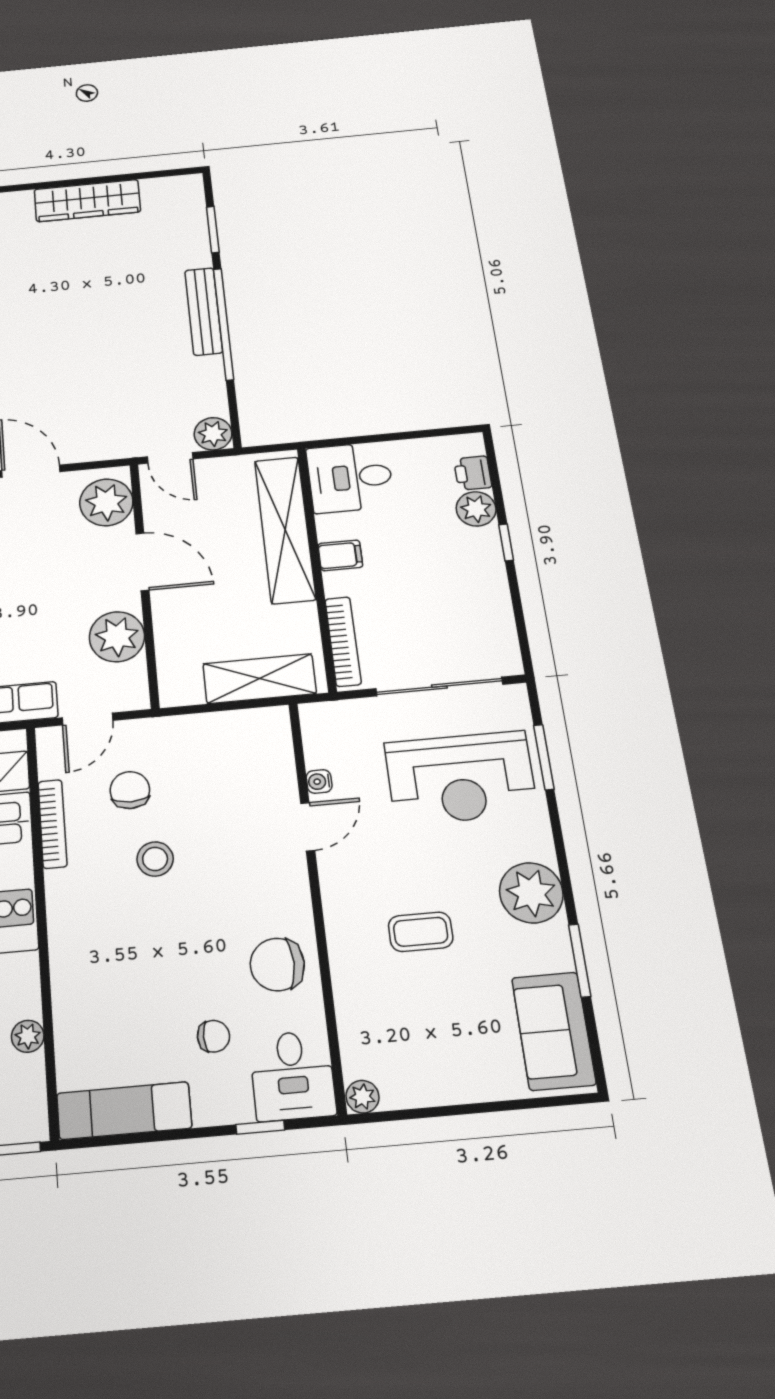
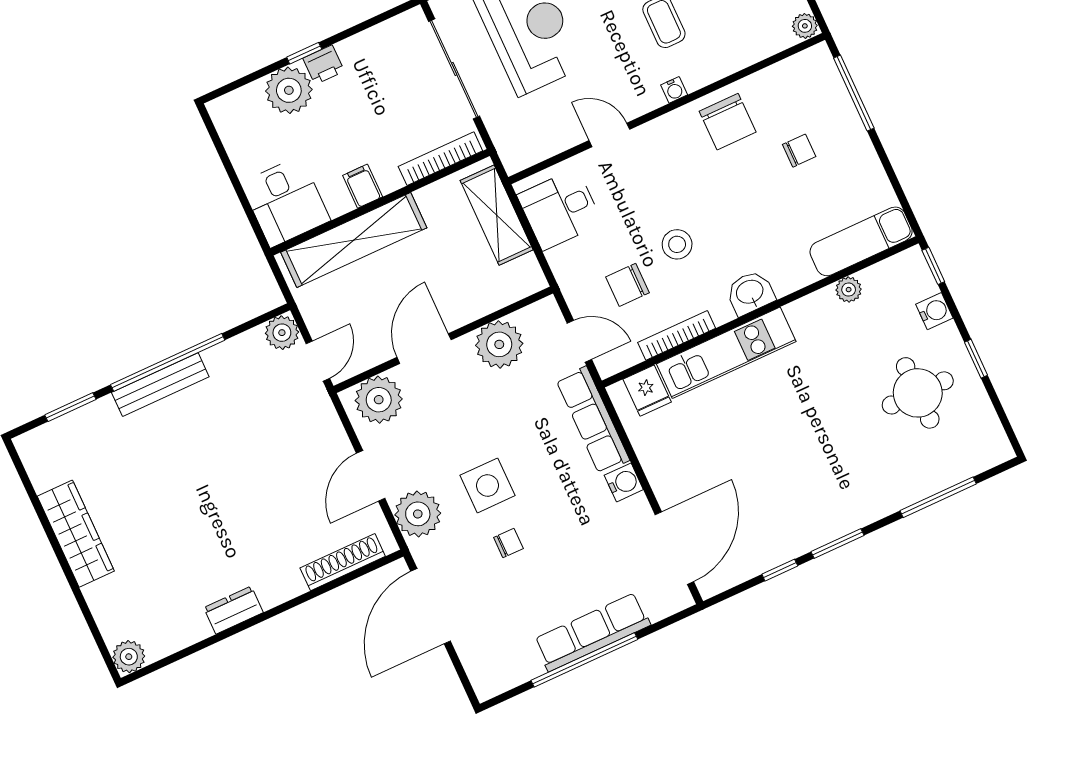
printer: (473, 473) -> (324, 65), moved
plant: (476, 509) -> (289, 90), width x1.36, depth x1.36
water cooler: (319, 781) -> (674, 90), moved
washbasin: (69, 921) -> (750, 293), added
chair: (214, 1036) -> (799, 151), turned 90
desk: (292, 1076) -> (560, 209), moved, turned 180
exam couch: (124, 1111) -> (861, 241), moved, turned 90
window: (260, 1127) -> (854, 93), width x2.17

